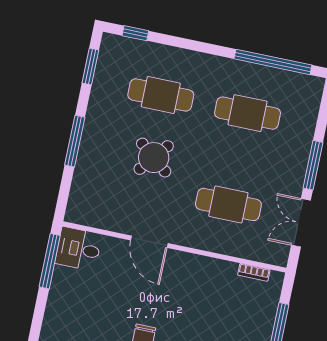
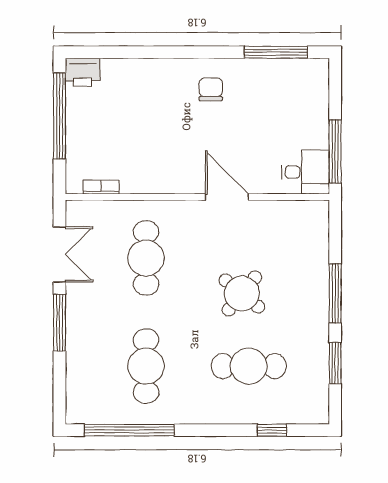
window: (135, 33) -> (272, 430), moved
window: (90, 66) -> (335, 363), moved
cafe table: (248, 113) -> (146, 366), turned 90
cafe table: (228, 204) -> (146, 258), turned 90

